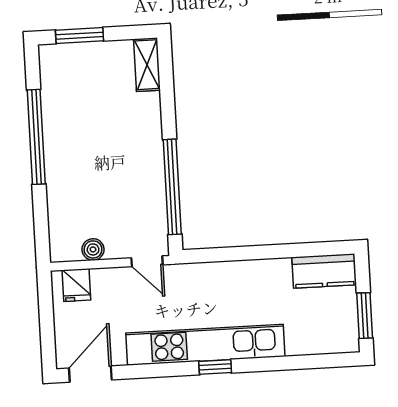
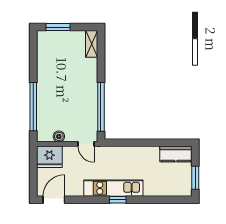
window: (36, 137) -> (33, 107), moved
fridge: (76, 285) -> (49, 157), width x1.88, depth x1.34
kitchen unit: (205, 345) -> (113, 188), width x0.73

